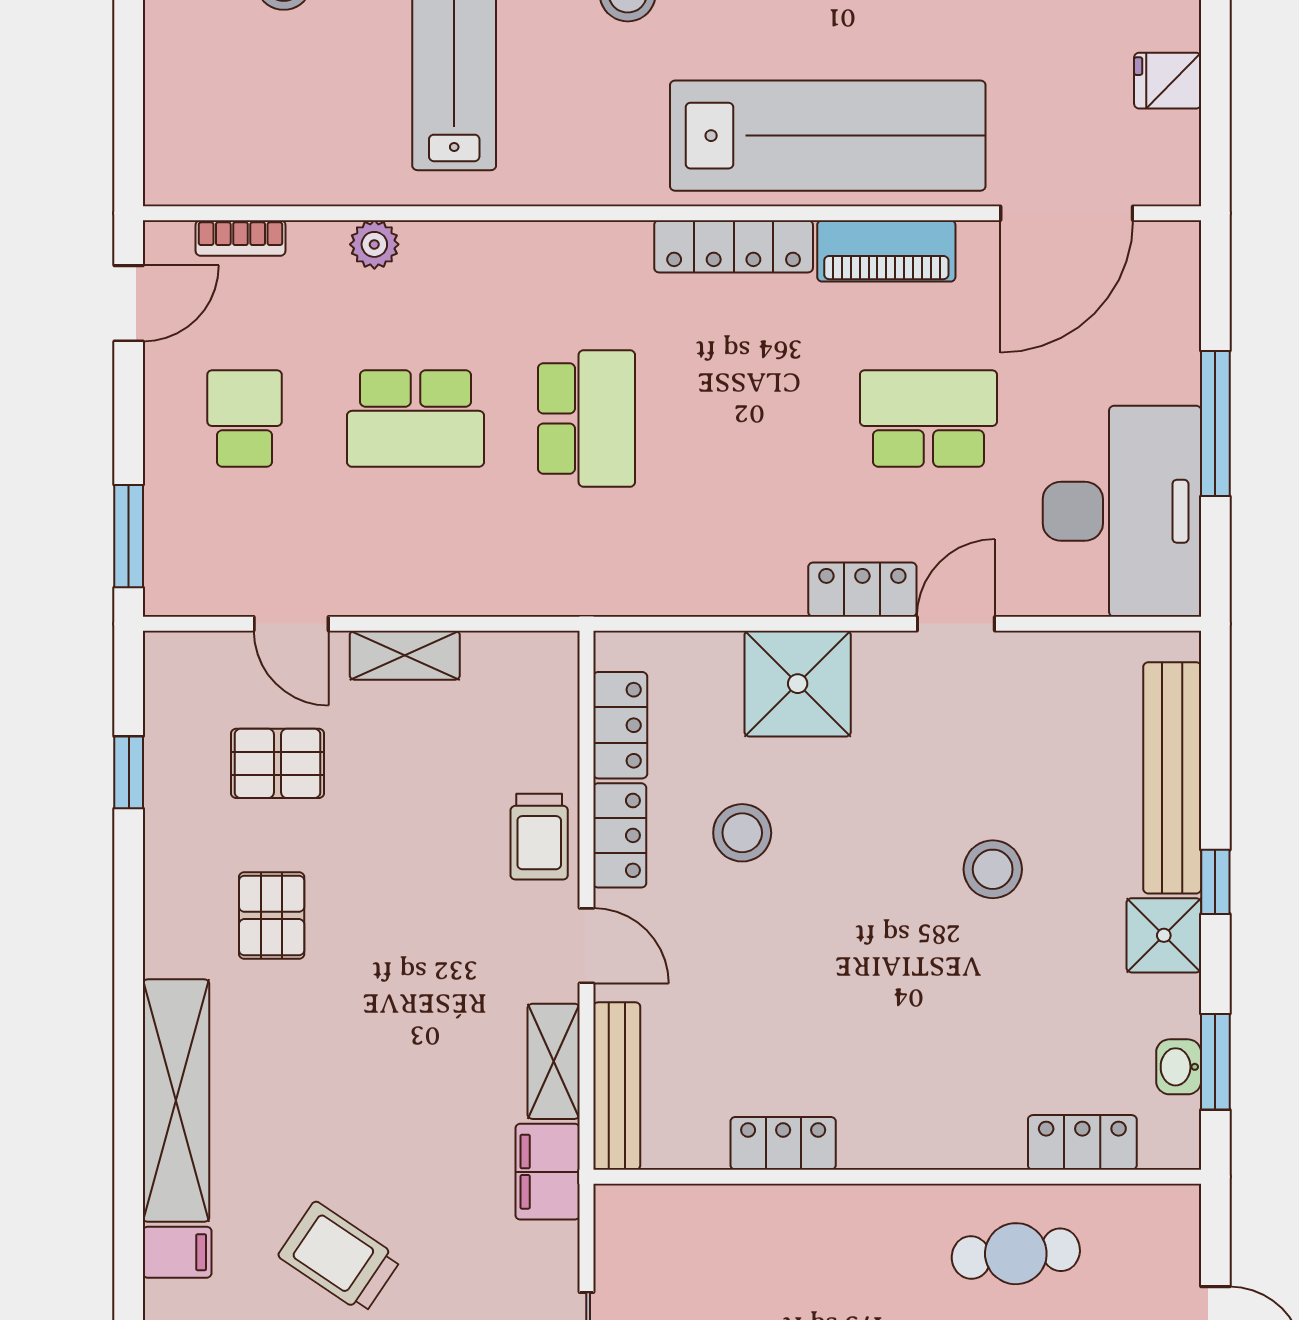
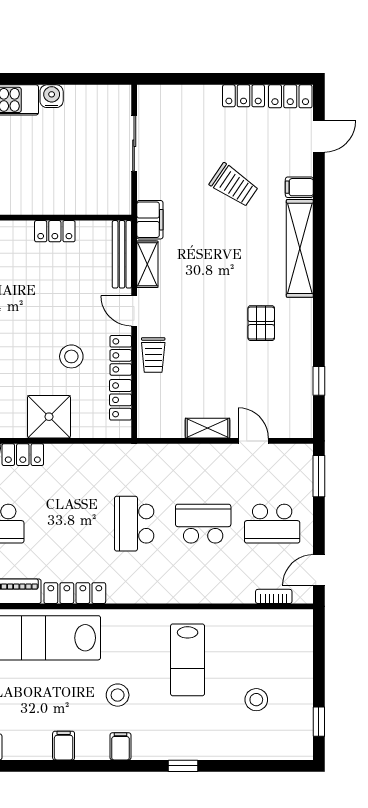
plant: (374, 244) -> (220, 594), removed
school desk: (245, 418) -> (272, 524), width x1.85
pallet: (278, 763) -> (259, 384), removed
trolley: (539, 837) -> (153, 355), turned 180

